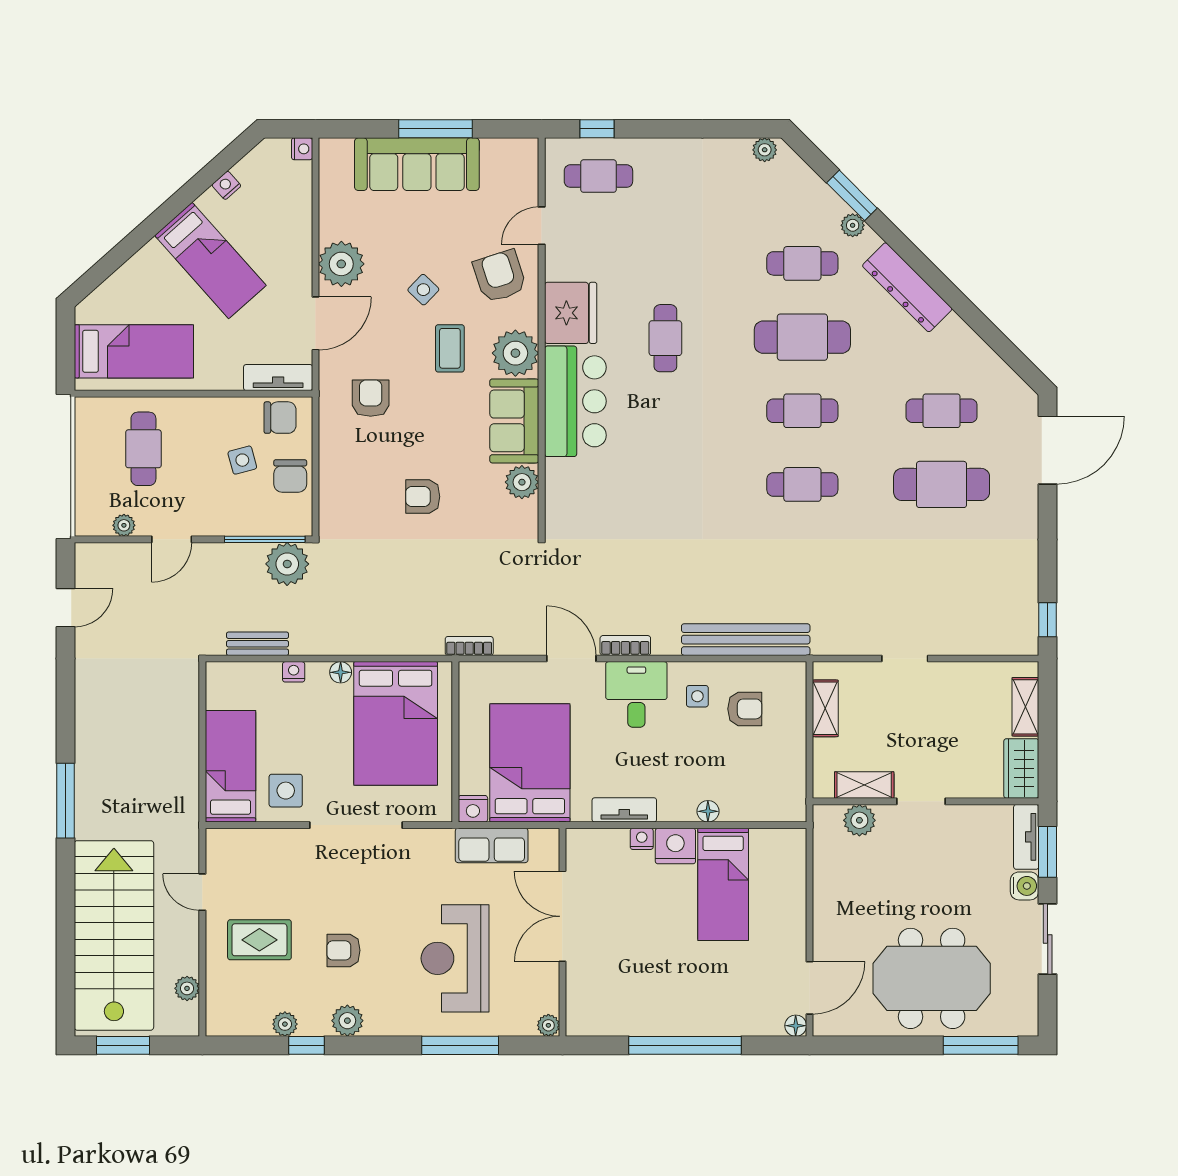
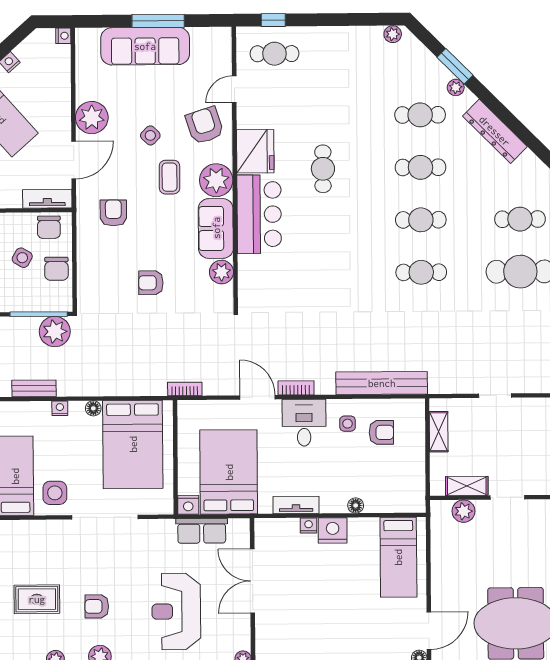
cafe table: (802, 337) -> (420, 167), width x0.73, depth x0.74
chair: (280, 418) -> (49, 227), turned 90
side table: (242, 460) -> (22, 258), turned 45
bed: (723, 884) -> (398, 557), moved

